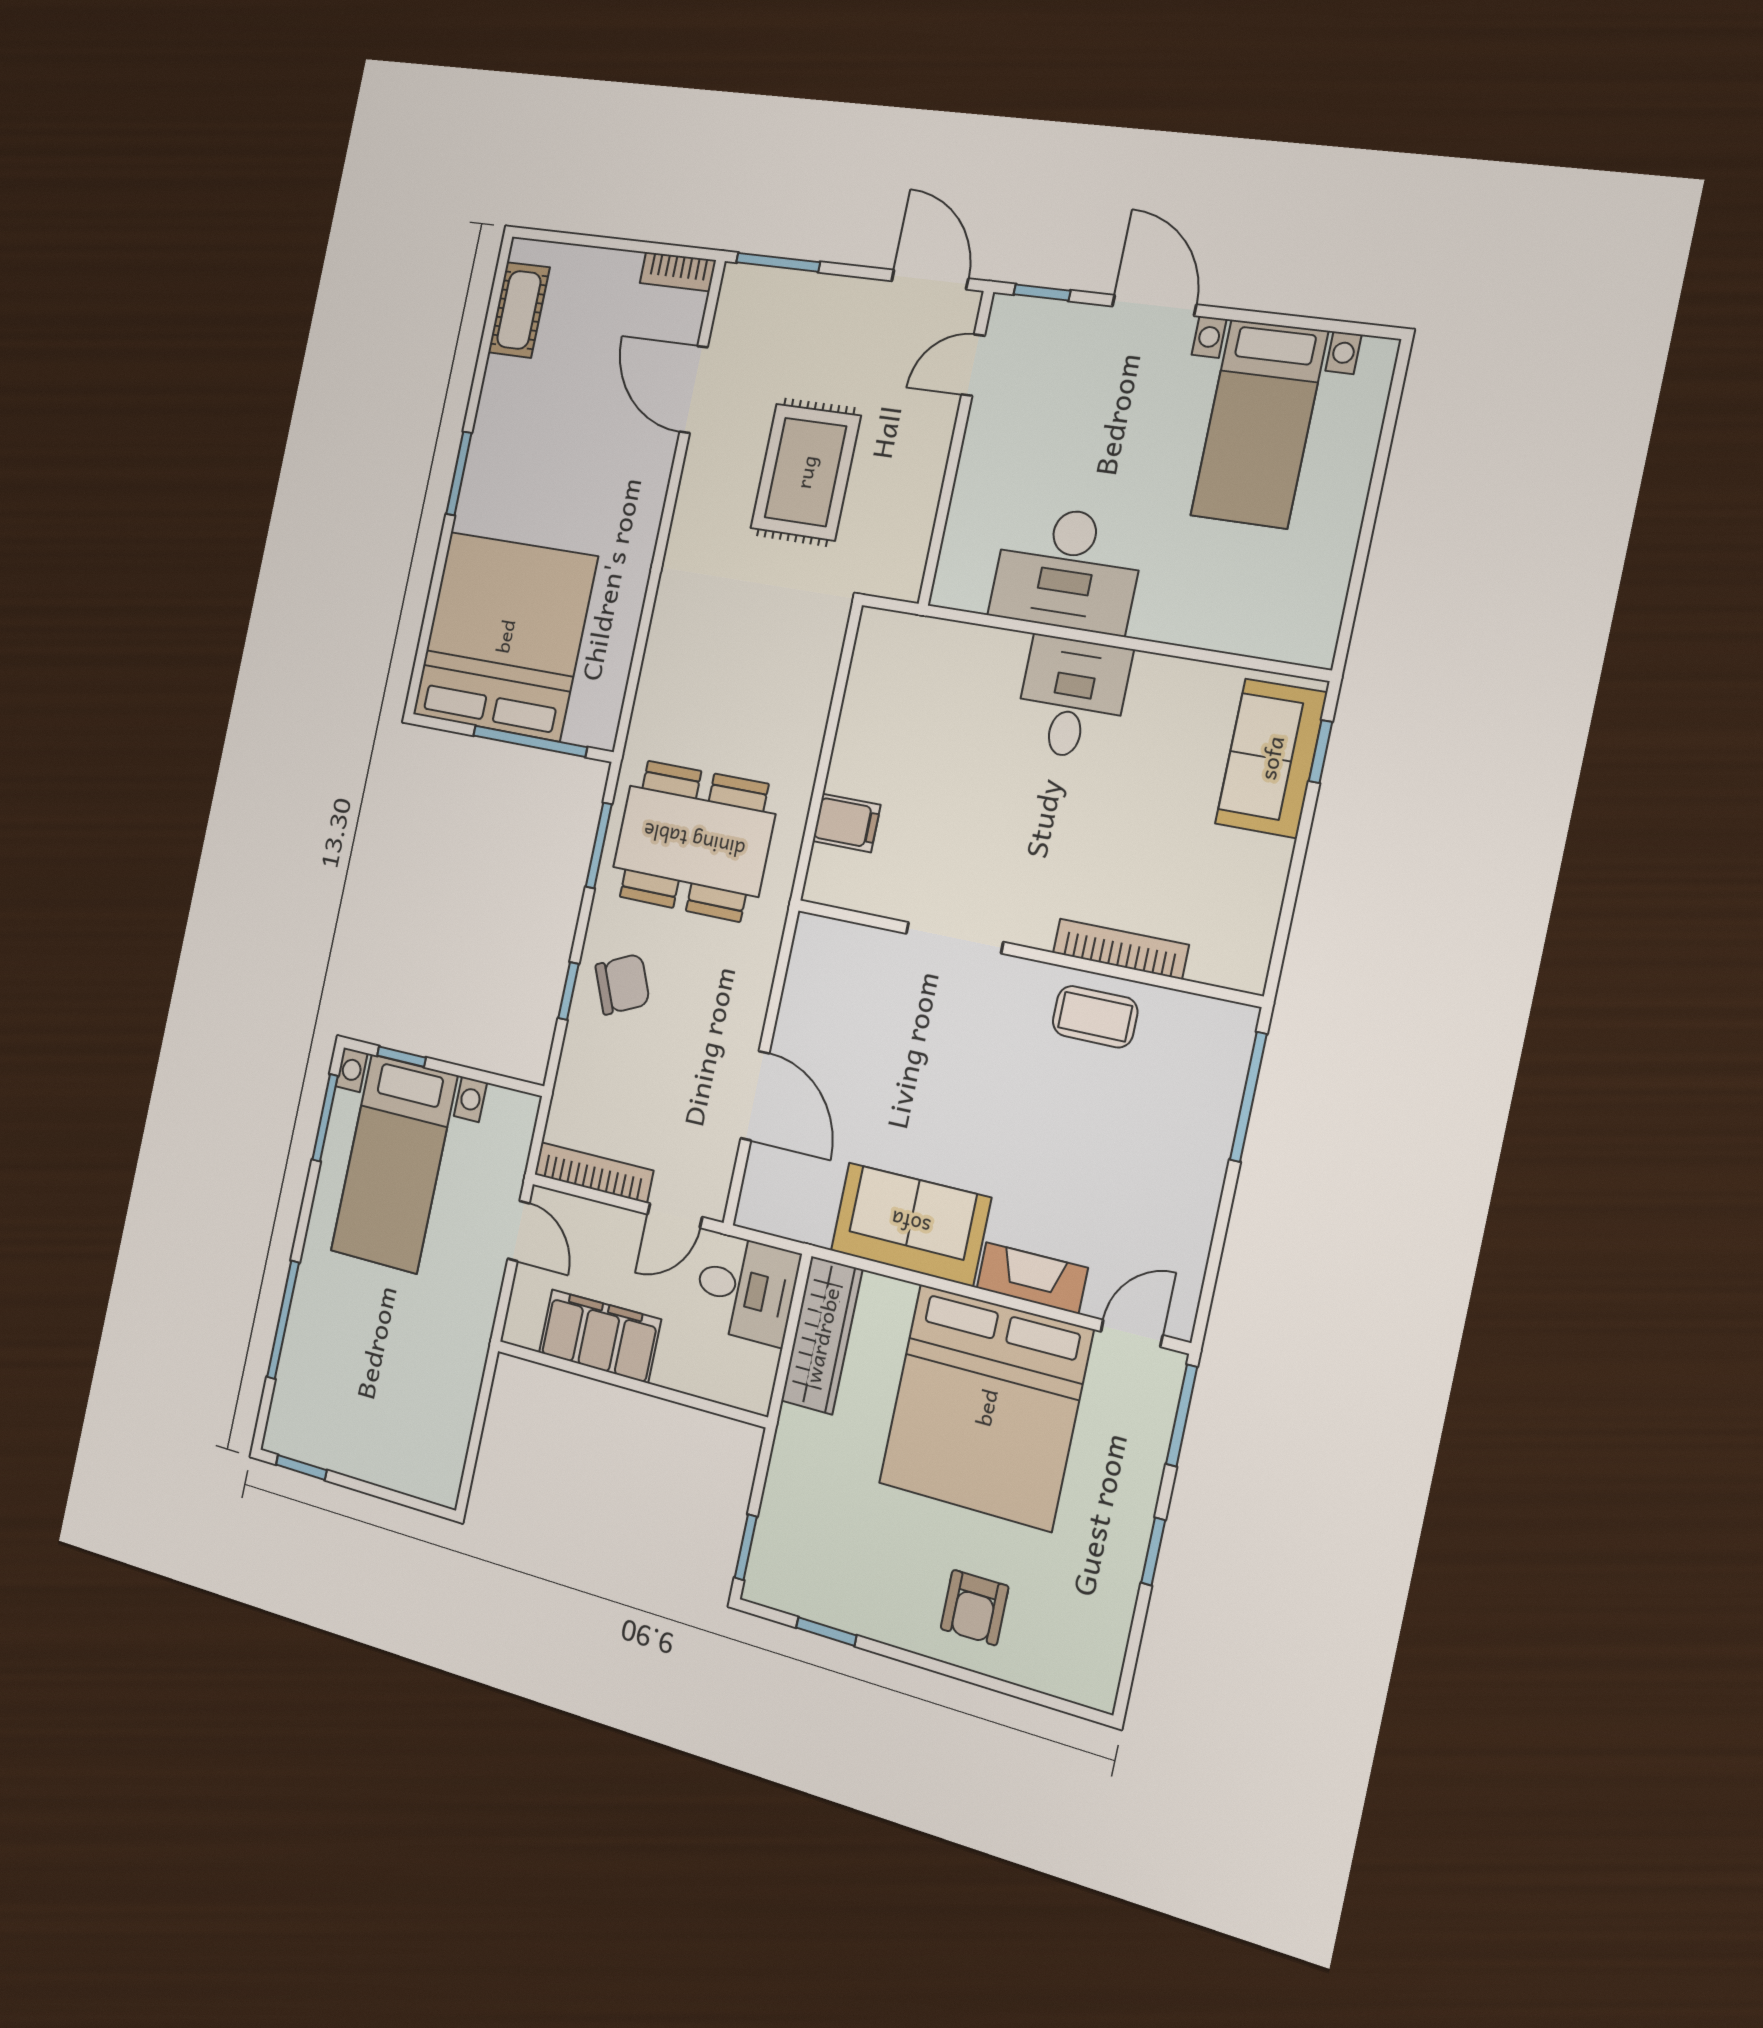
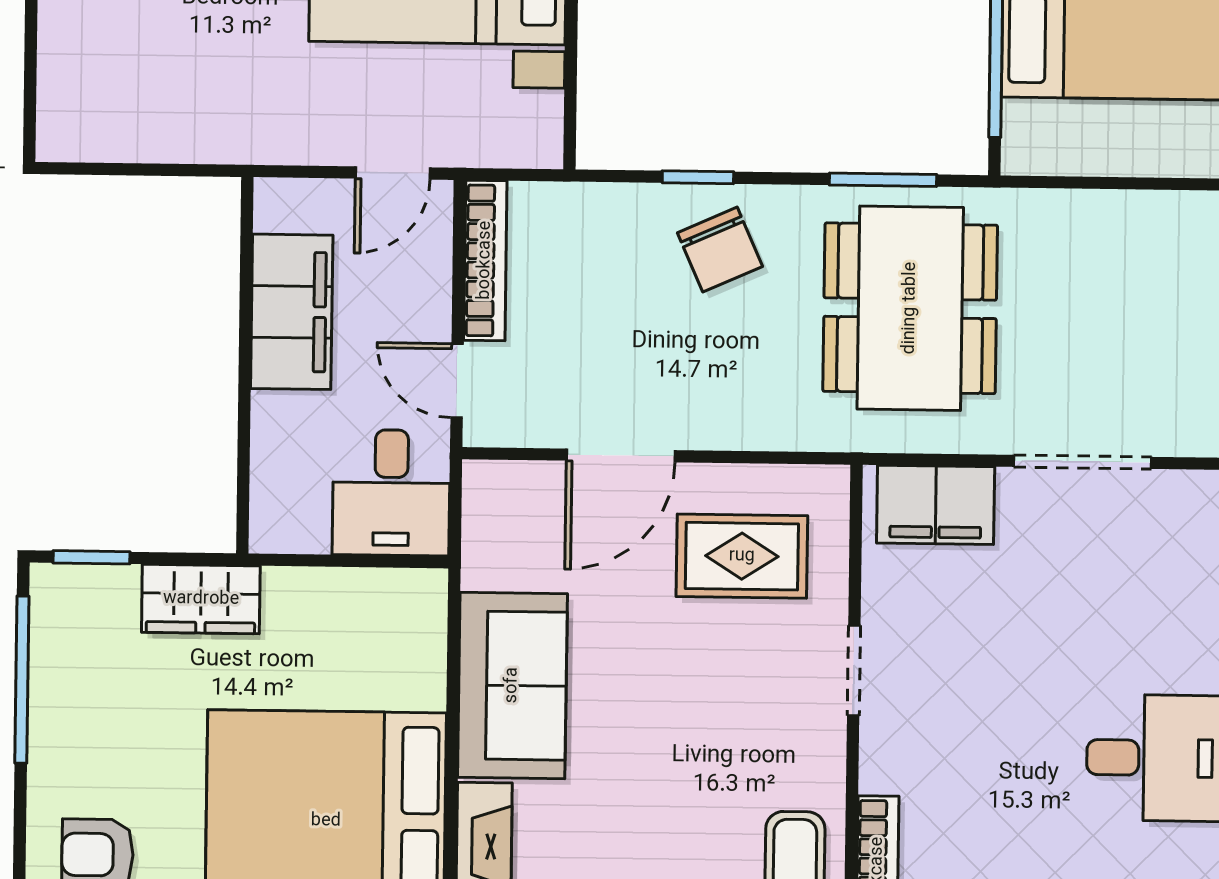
doorway: (833, 721) -> (1083, 462), added
filing cabinet: (847, 823) -> (936, 505), width x2.00
doorway: (954, 938) -> (854, 671), width x0.73
rug: (849, 1013) -> (742, 556), added
wardrobe: (822, 1335) -> (201, 599), moved, width x0.67
window: (826, 1632) -> (22, 680), width x2.17

